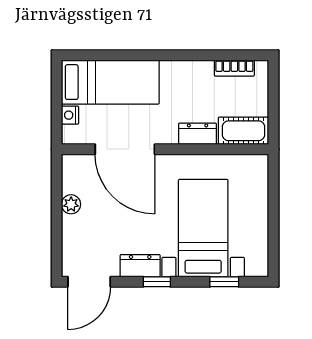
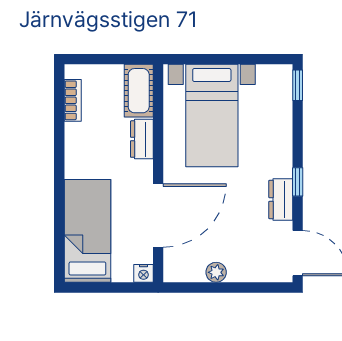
nightstand: (70, 115) -> (143, 273), moved
bed with nightstands: (203, 228) -> (212, 116), moved, turned -90
window: (224, 282) -> (298, 85), moved

